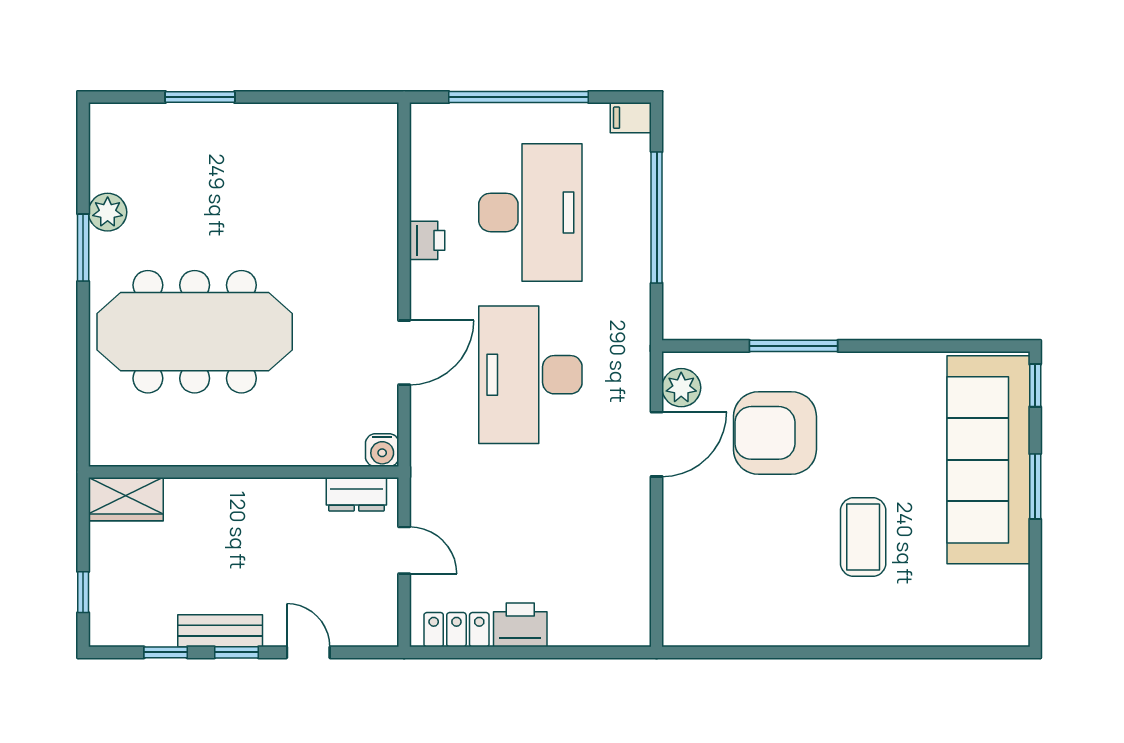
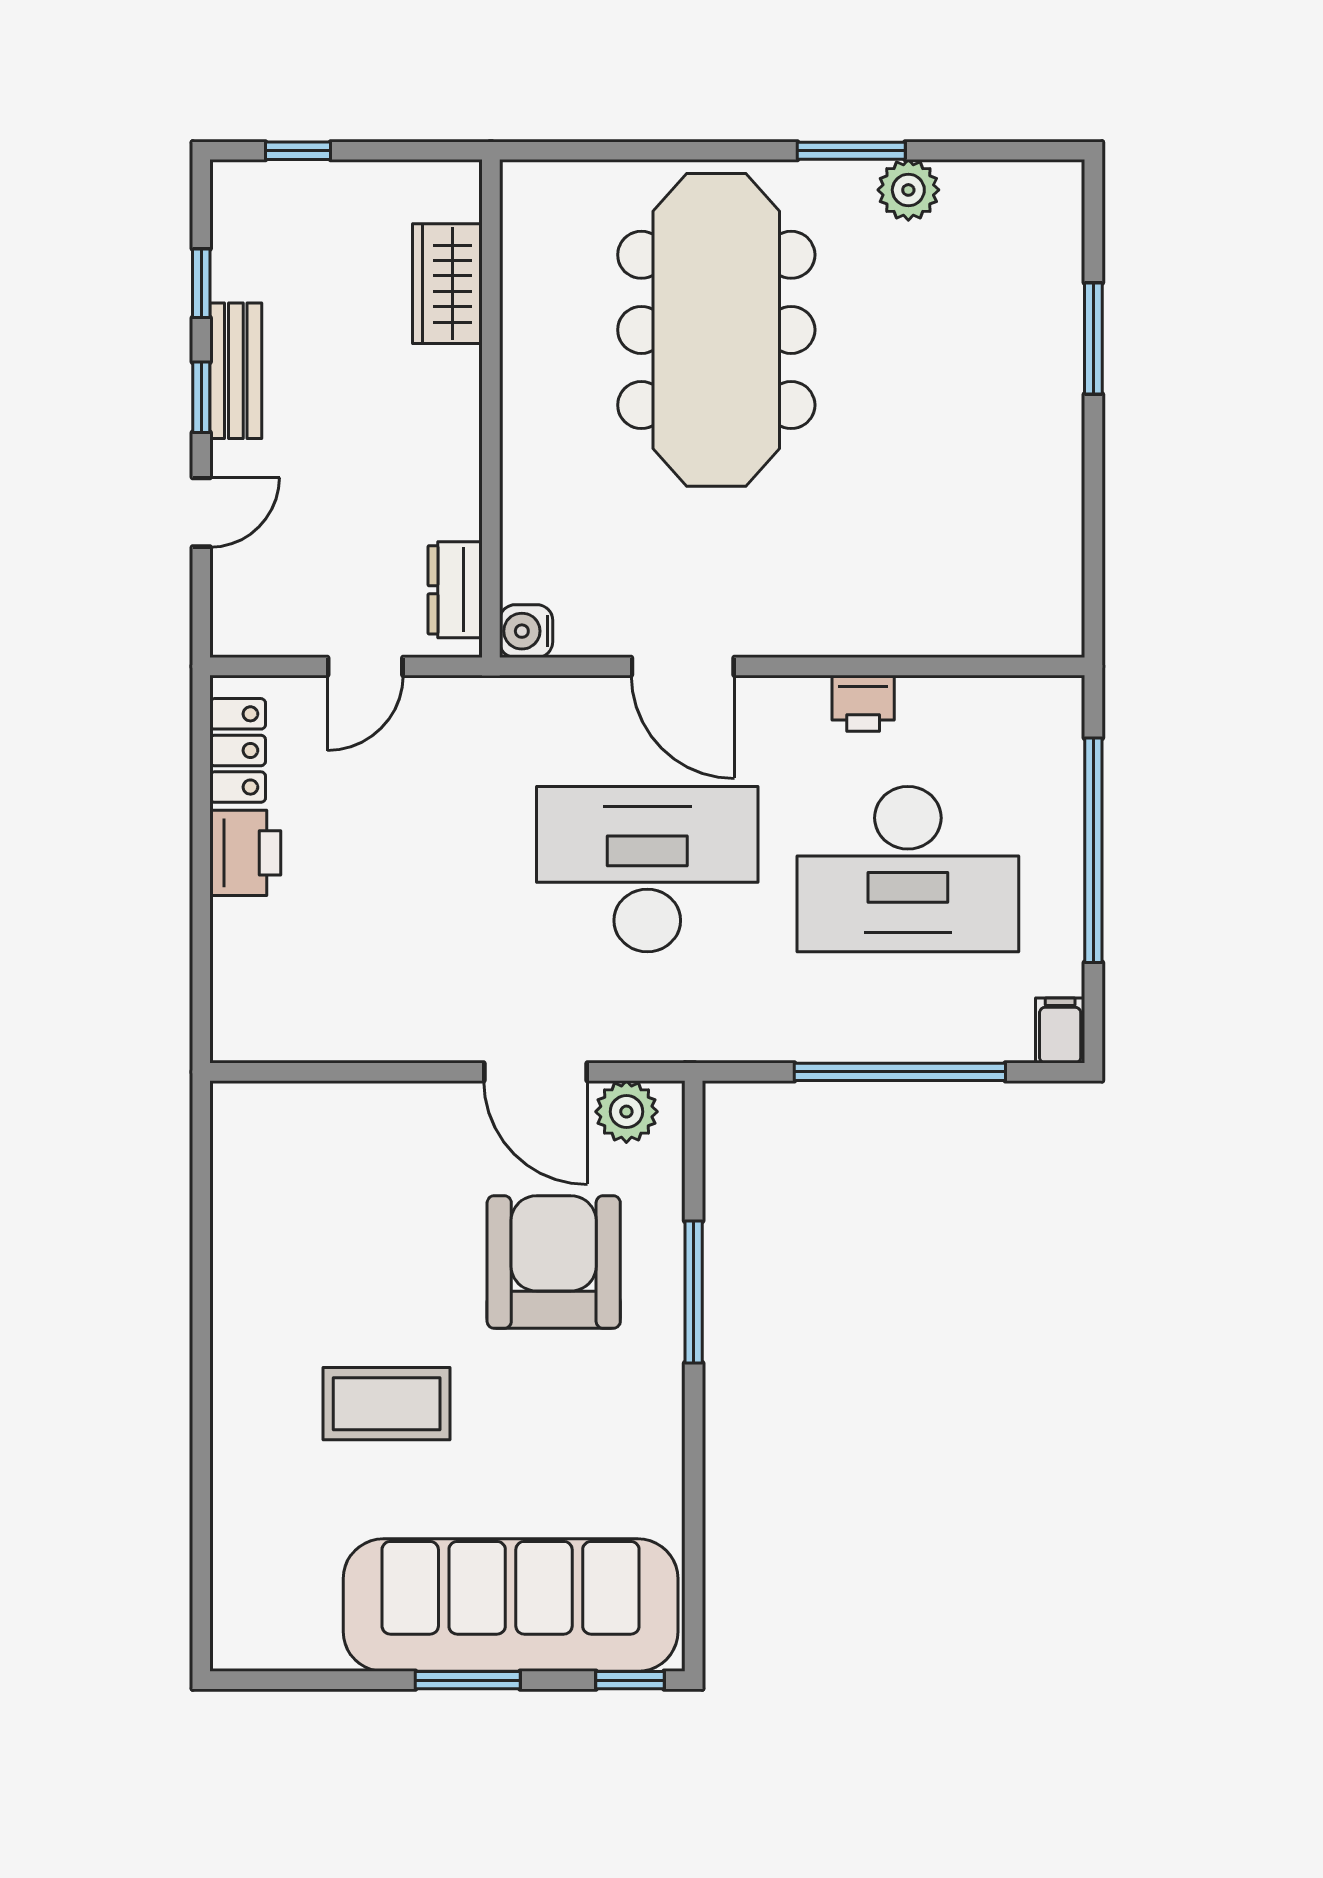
wardrobe: (126, 499) -> (447, 284), moved

